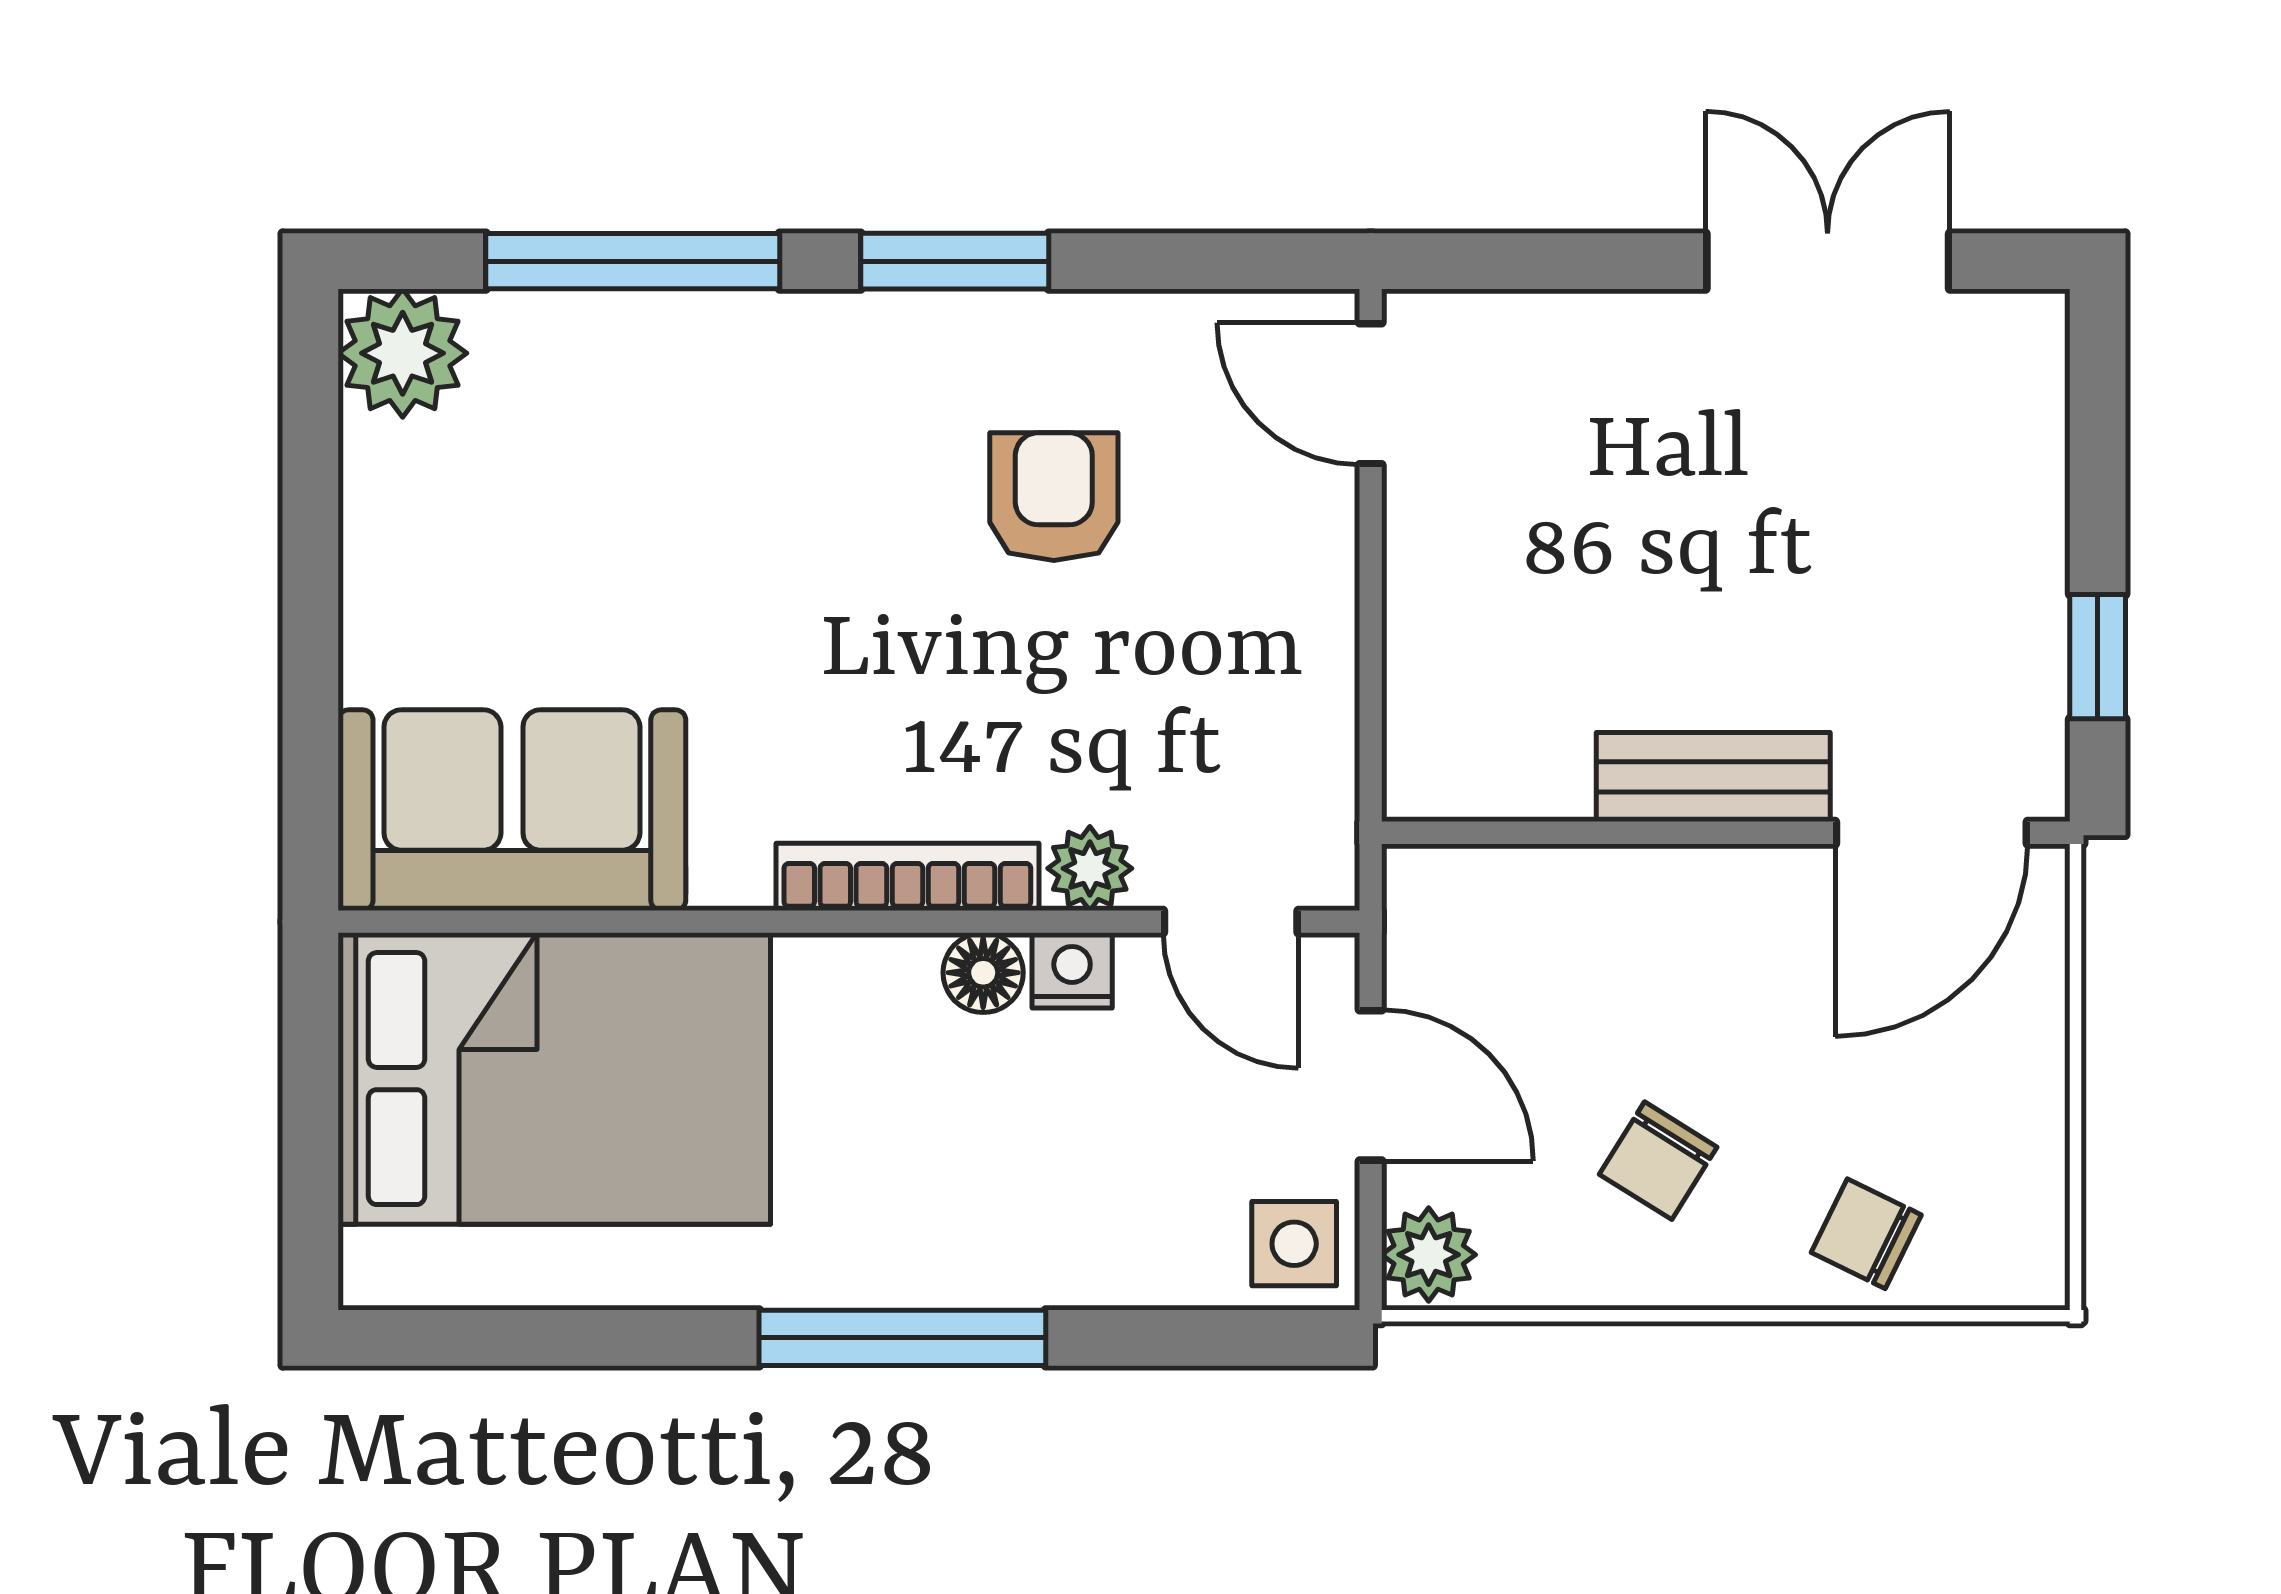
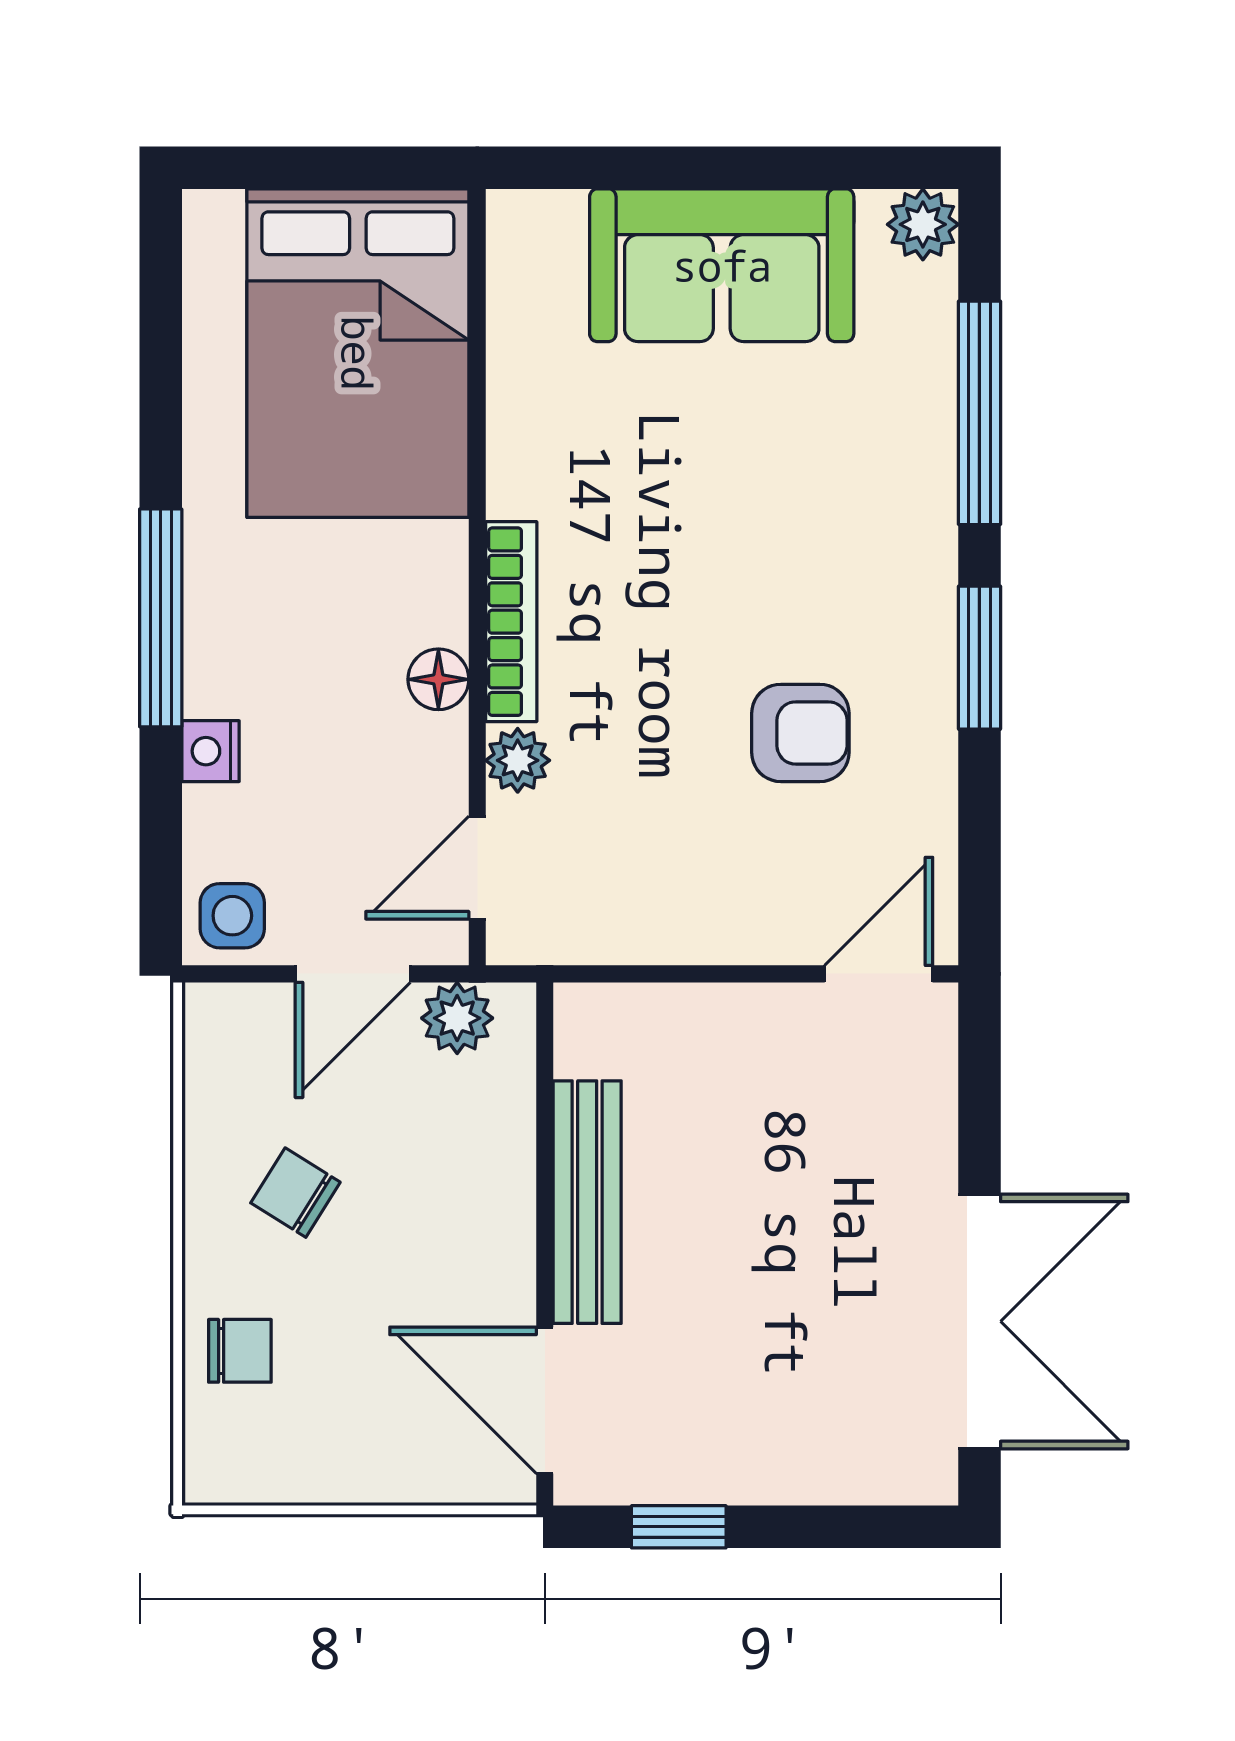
double door: (1828, 261) -> (979, 1321), width x1.37
plant: (403, 353) -> (923, 224), width x0.73, depth x0.73
bench: (1713, 777) -> (587, 1202), width x1.36
sofa: (512, 810) -> (722, 265), moved, turned 90
nightstand: (1072, 970) -> (211, 751), moved, turned 180
chair: (1866, 1234) -> (240, 1351), turned 64
plant: (1429, 1255) -> (457, 1018), moved

